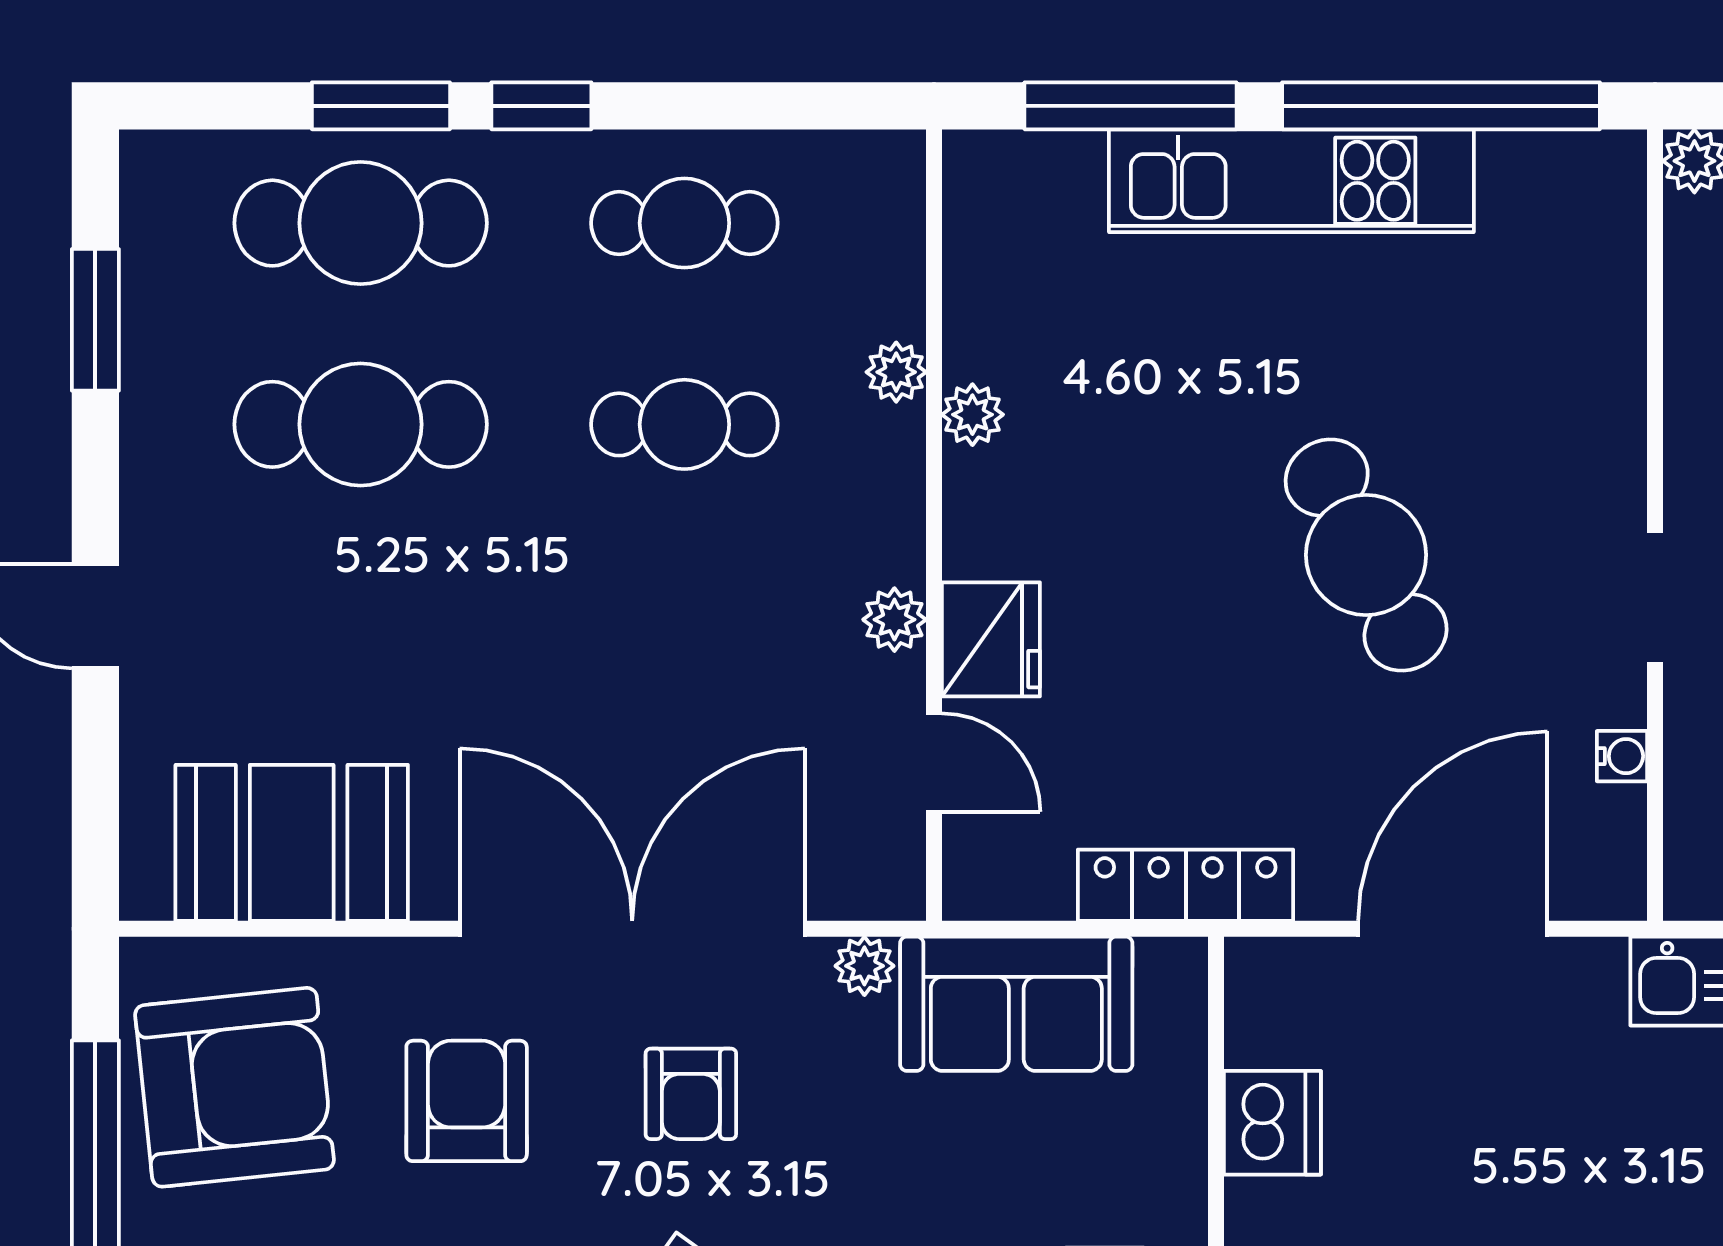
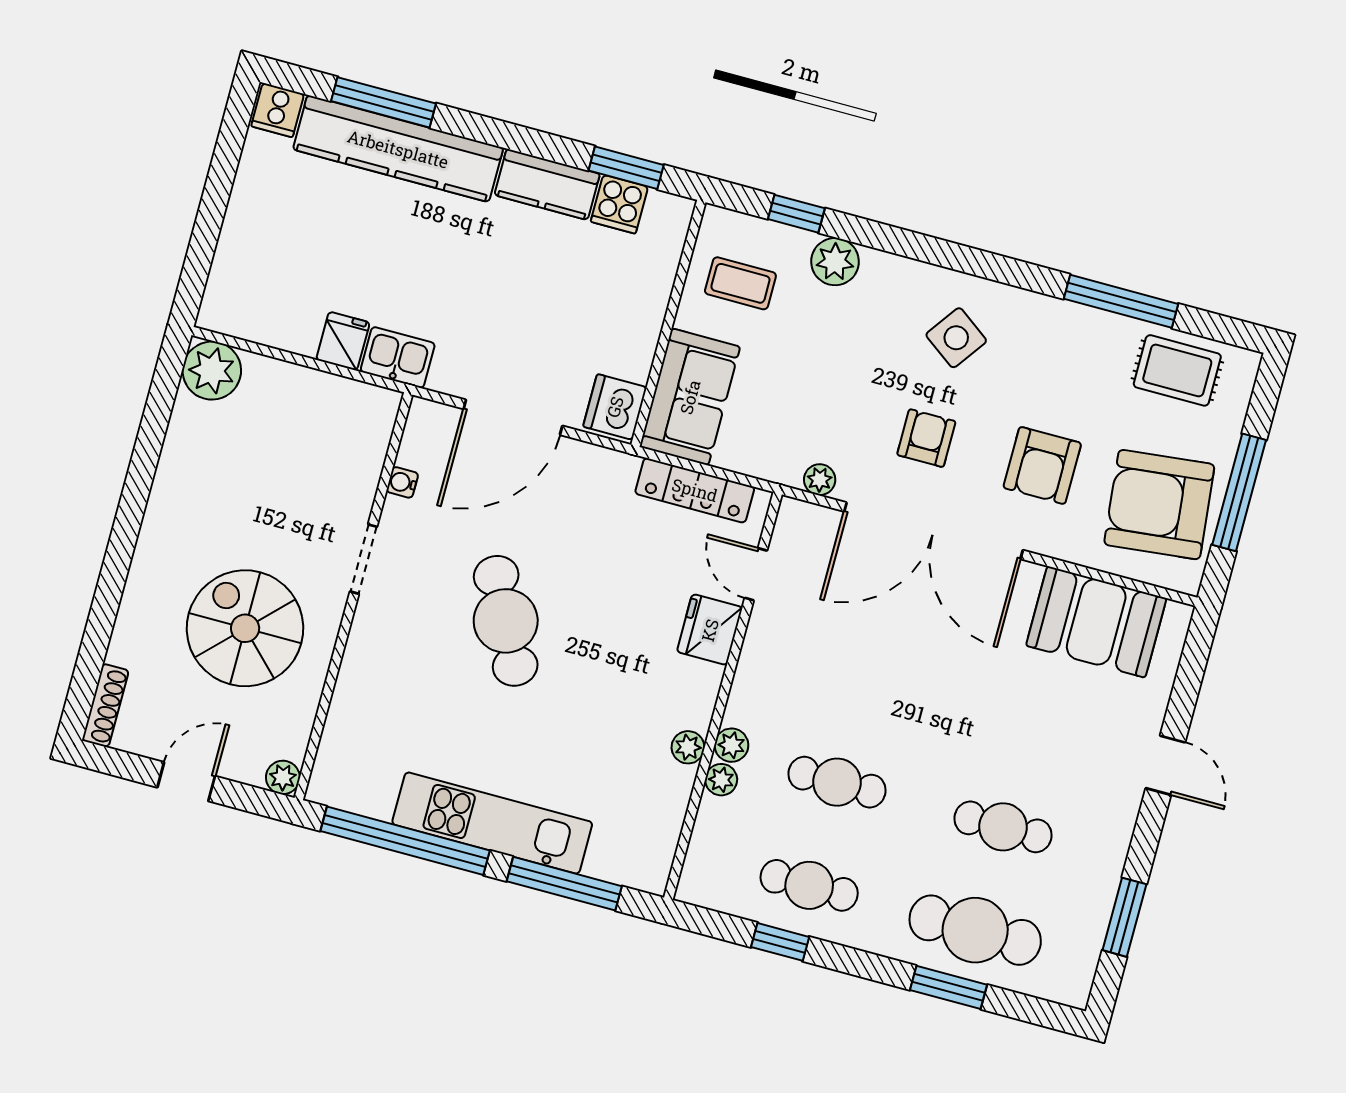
window: (541, 106) -> (780, 942), moved
cafe table: (361, 424) -> (1003, 827), width x0.73, depth x0.74
plant: (894, 620) -> (731, 745), moved
locker: (1186, 885) -> (695, 490), moved
sofa: (1016, 1004) -> (690, 397), moved, turned 90
dishwasher: (1272, 1123) -> (615, 407), moved

